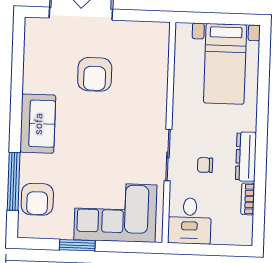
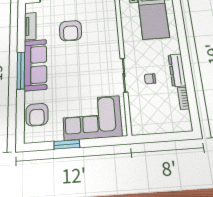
tv unit: (32, 59) -> (30, 26), added
sofa: (38, 124) -> (35, 65), width x1.36
window: (14, 181) -> (21, 70), moved
desk: (190, 221) -> (145, 118), removed

